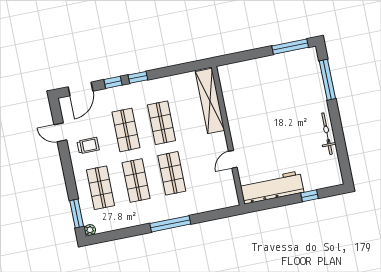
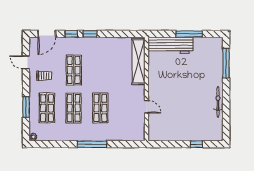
window: (290, 47) -> (189, 34), moved
shop shelf: (162, 123) -> (100, 70), removed
door: (233, 159) -> (146, 107), swing flipped
workbench: (272, 188) -> (170, 45), moved, turned 180
window: (77, 213) -> (26, 107), moved

